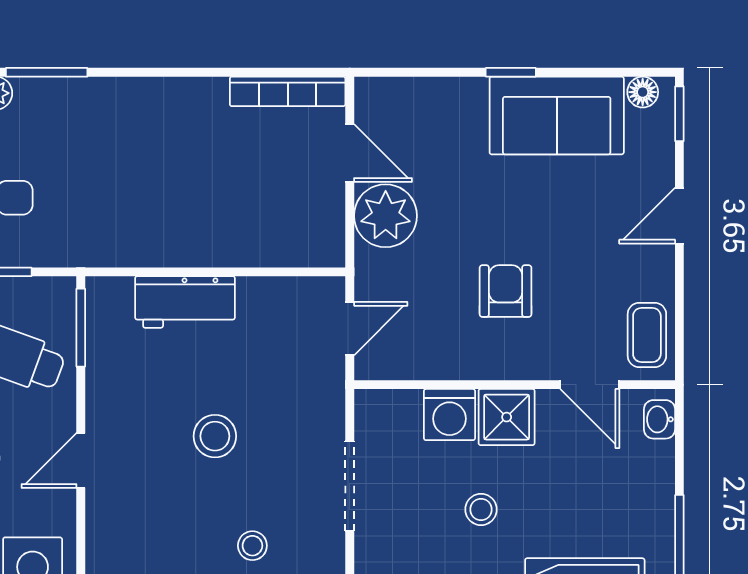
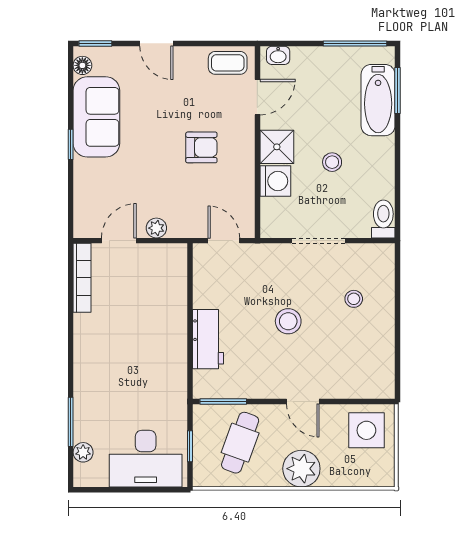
plant: (386, 216) -> (156, 228), width x0.53, depth x0.53
armchair: (506, 291) -> (201, 147), turned 180

